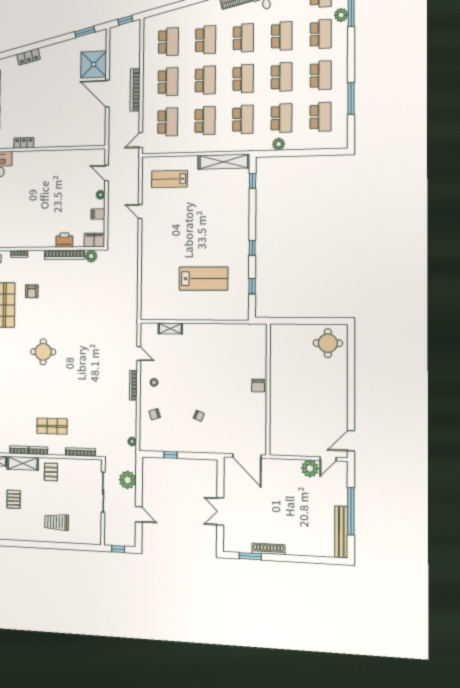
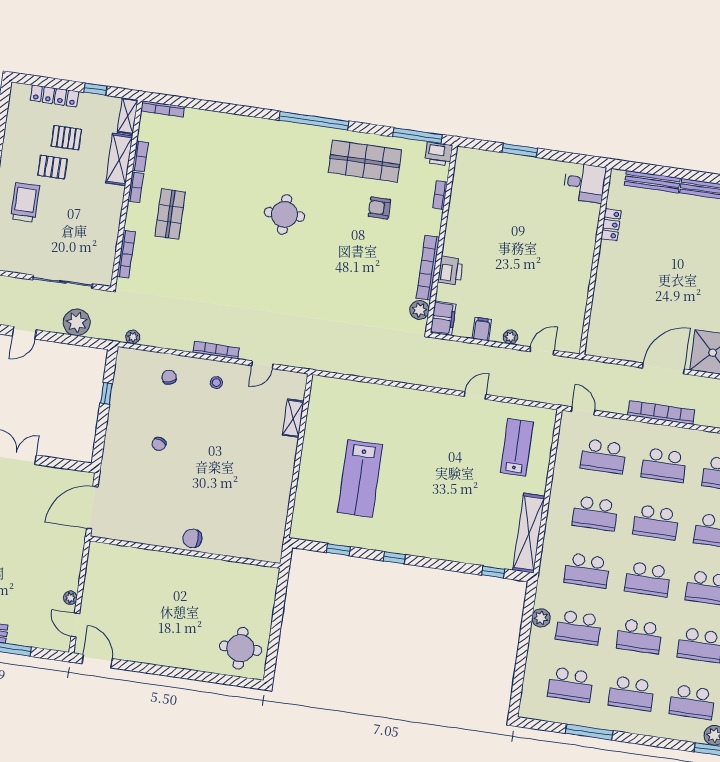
plant: (310, 468) -> (70, 598), width x0.53, depth x0.53
pallet: (51, 472) -> (52, 167), moved

